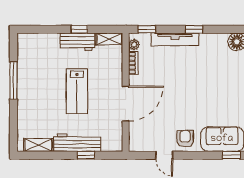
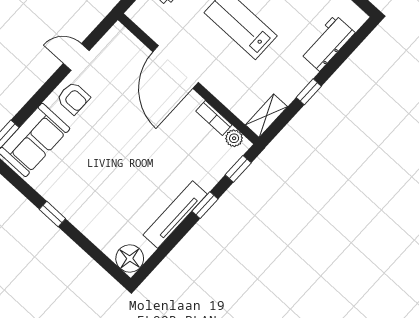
window: (194, 29) -> (205, 205), moved
tv unit: (175, 39) -> (175, 215), moved
workbench: (77, 42) -> (327, 43), moved

